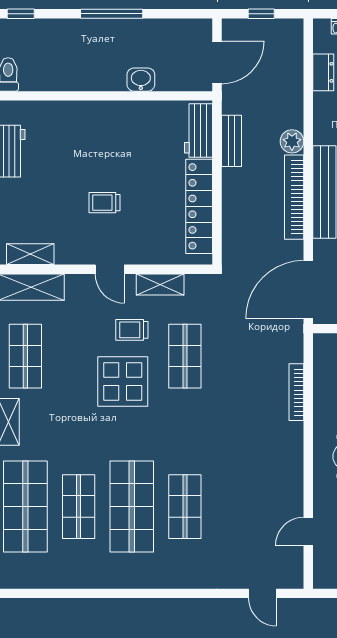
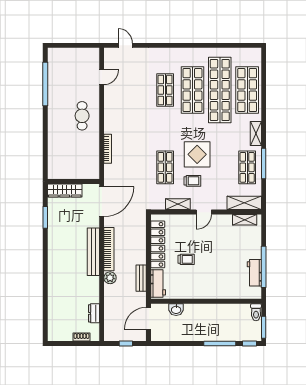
window: (112, 14) -> (220, 343), moved
washbasin: (141, 80) -> (176, 310), moved
trolley: (105, 203) -> (186, 259), moved
door: (110, 269) -> (204, 212), swing flipped
shop shelf: (79, 507) -> (220, 90), width x2.00, depth x1.36

